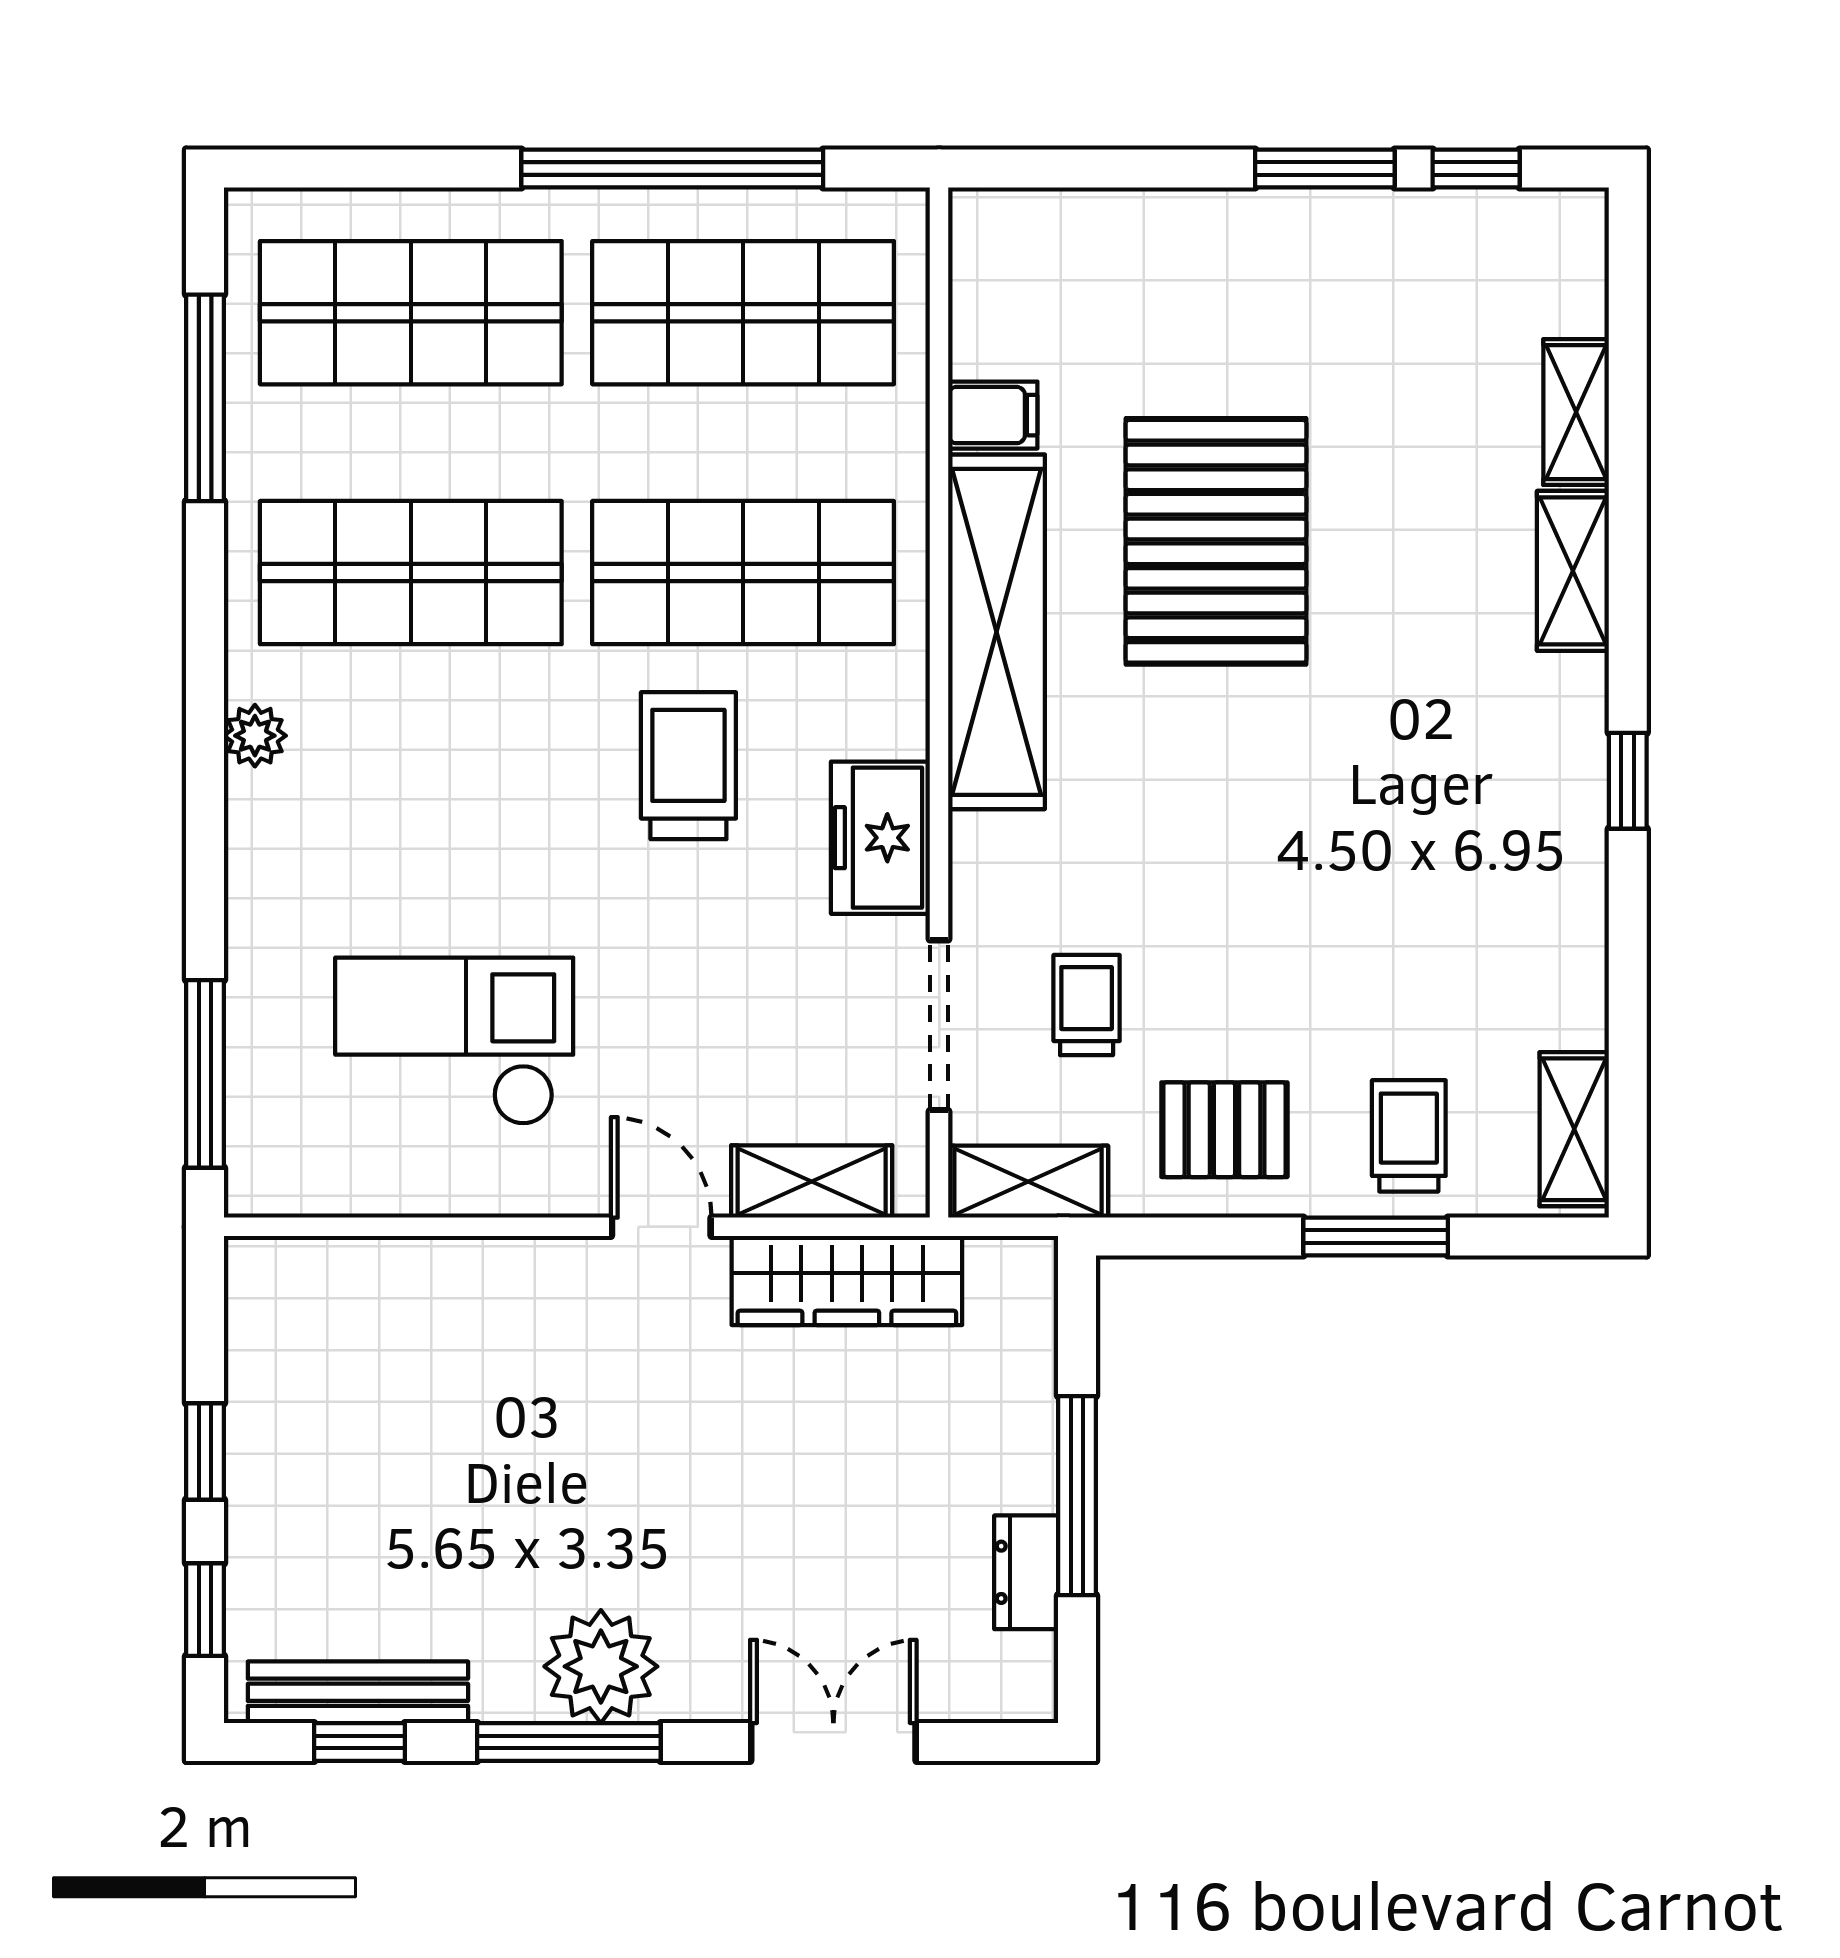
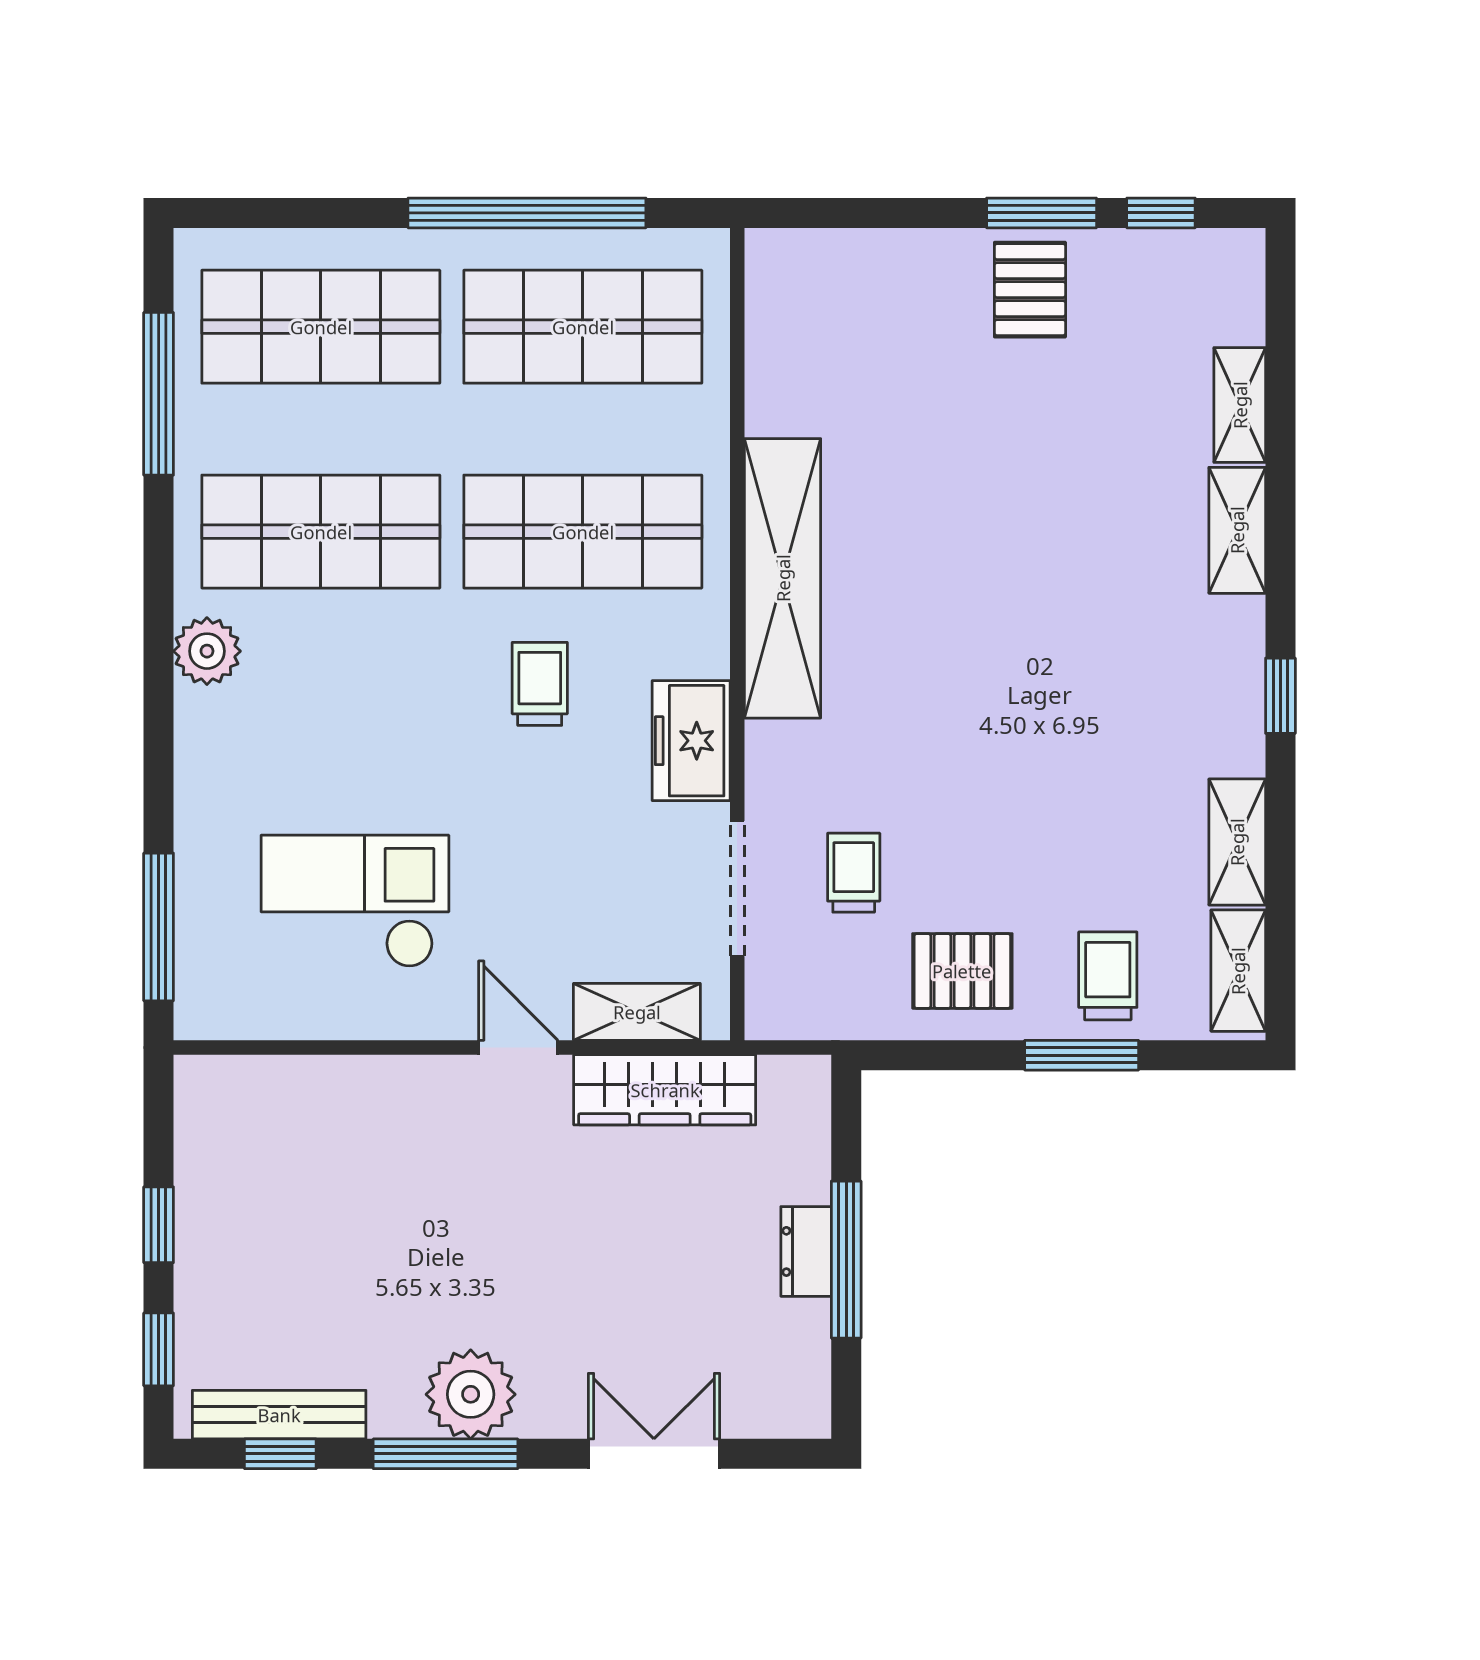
filing cabinet: (993, 415) -> (780, 407), removed
pallet: (1216, 541) -> (1030, 290), moved, width x0.49, depth x0.50
plant: (255, 736) -> (207, 651), width x1.38, depth x1.38
trolley: (688, 766) -> (540, 684), width x0.73, depth x0.72
shelving: (1028, 1182) -> (1237, 842), moved, turned 90
dresser: (1026, 1572) -> (806, 1251), moved

